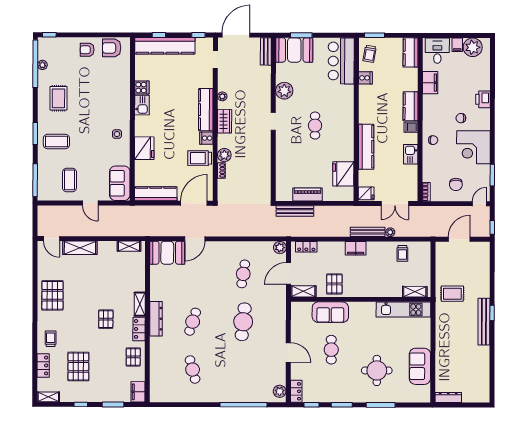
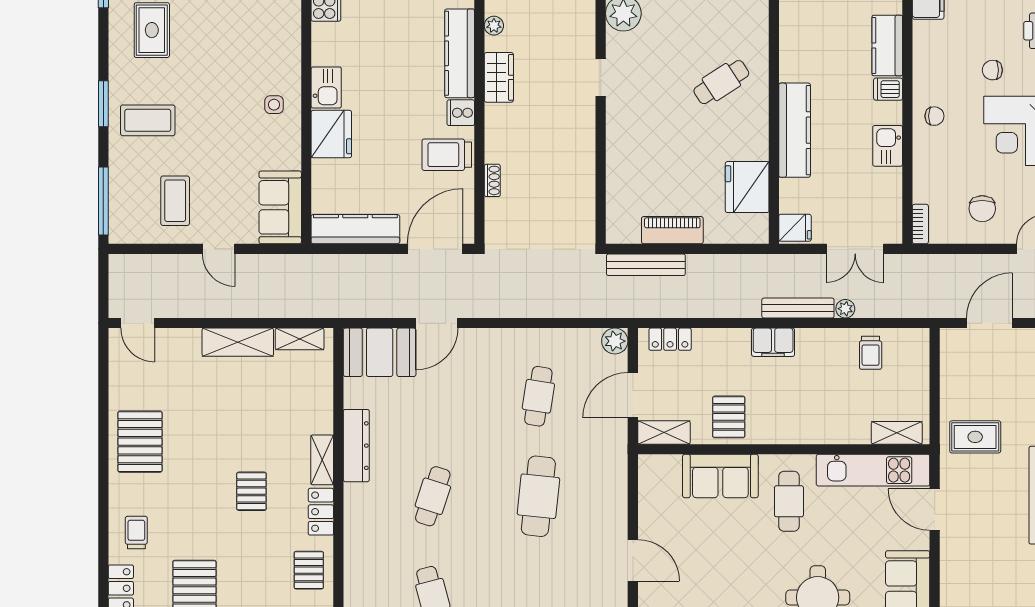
kitchen sink: (142, 105) -> (326, 87), moved
cafe table: (315, 126) -> (721, 82), moved, turned 57
plant: (224, 155) -> (498, 148), removed
shelving: (80, 248) -> (238, 342), moved
dresser: (156, 319) -> (356, 446), moved
door: (433, 329) -> (935, 510), added
cafe table: (331, 350) -> (789, 501), moved

